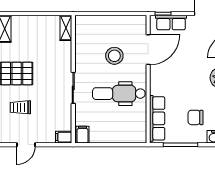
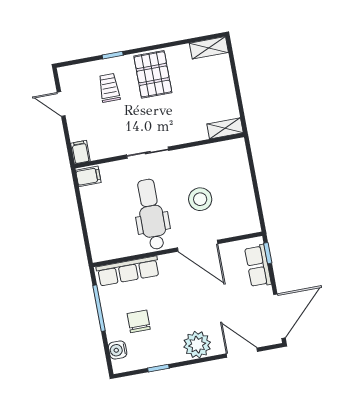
door: (148, 50) -> (198, 246), moved

